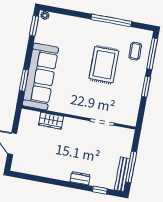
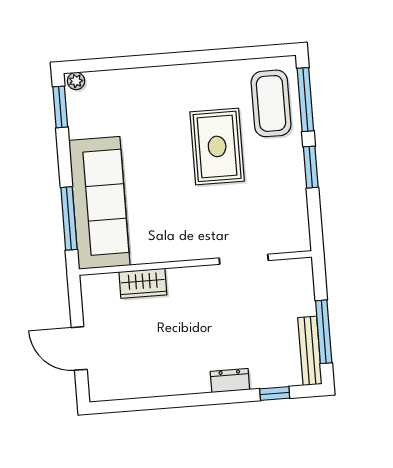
window: (111, 20) -> (208, 56), removed
coffee table: (135, 51) -> (271, 103), width x1.86, depth x1.72
window: (24, 80) -> (69, 218), width x1.44

